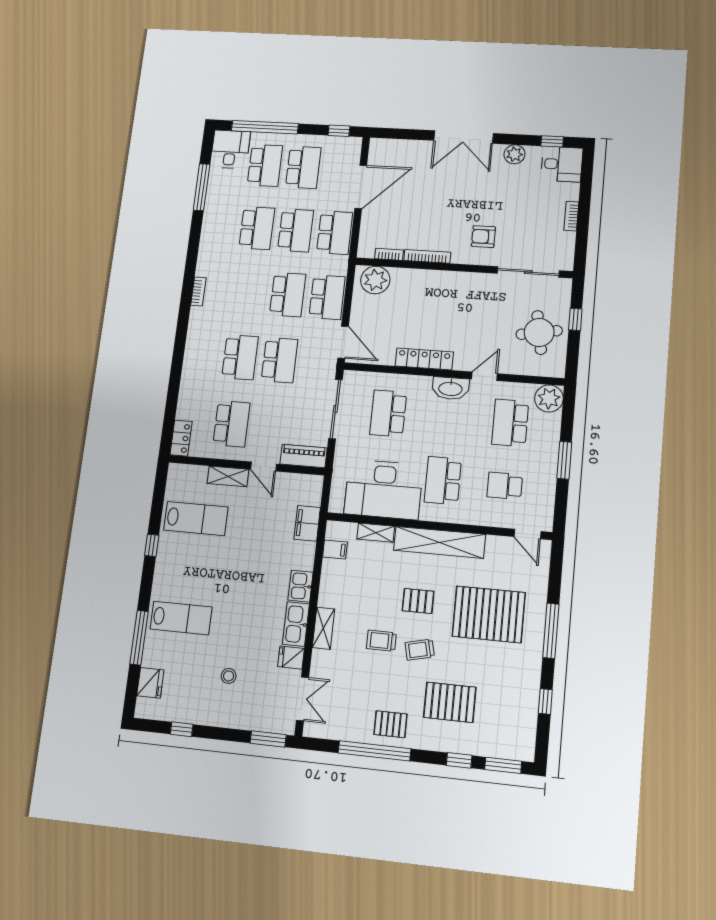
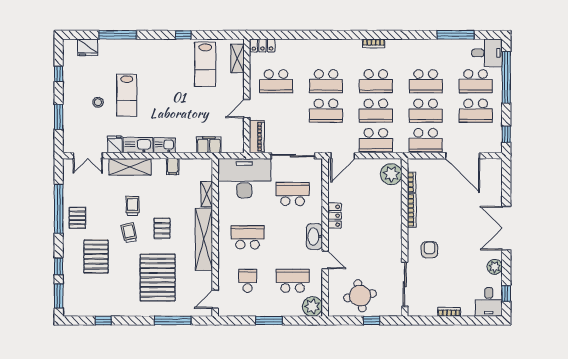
school desk: (249, 292) -> (376, 81), added
locker: (424, 359) -> (335, 216), width x0.66
shelving: (228, 476) -> (237, 58), moved
desk: (384, 489) -> (244, 178), moved, turned 90
filing cabinet: (335, 549) -> (173, 167), moved
lab bench: (181, 618) -> (127, 95), moved
shelving: (323, 628) -> (130, 167), width x1.50, depth x1.33
window: (551, 631) -> (173, 320), moved
window: (268, 739) -> (59, 117), moved

